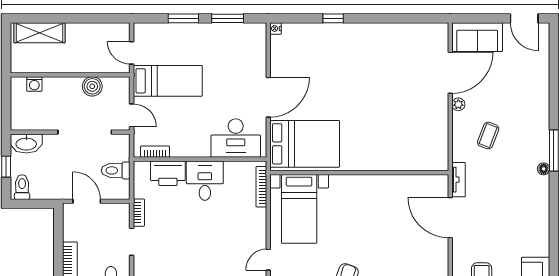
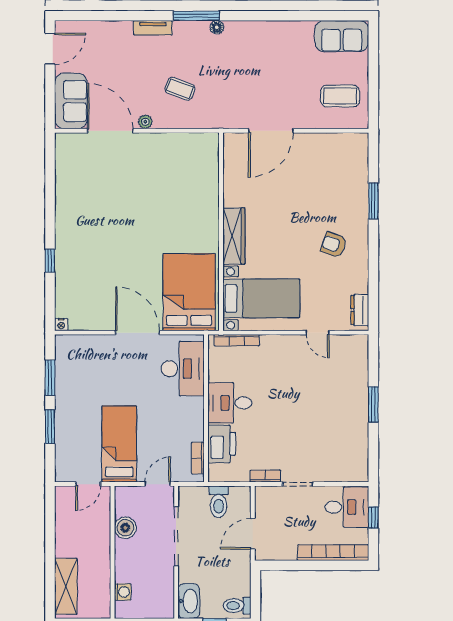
tv unit: (459, 180) -> (153, 28), moved, turned 180
wardrobe: (355, 184) -> (234, 236), added

